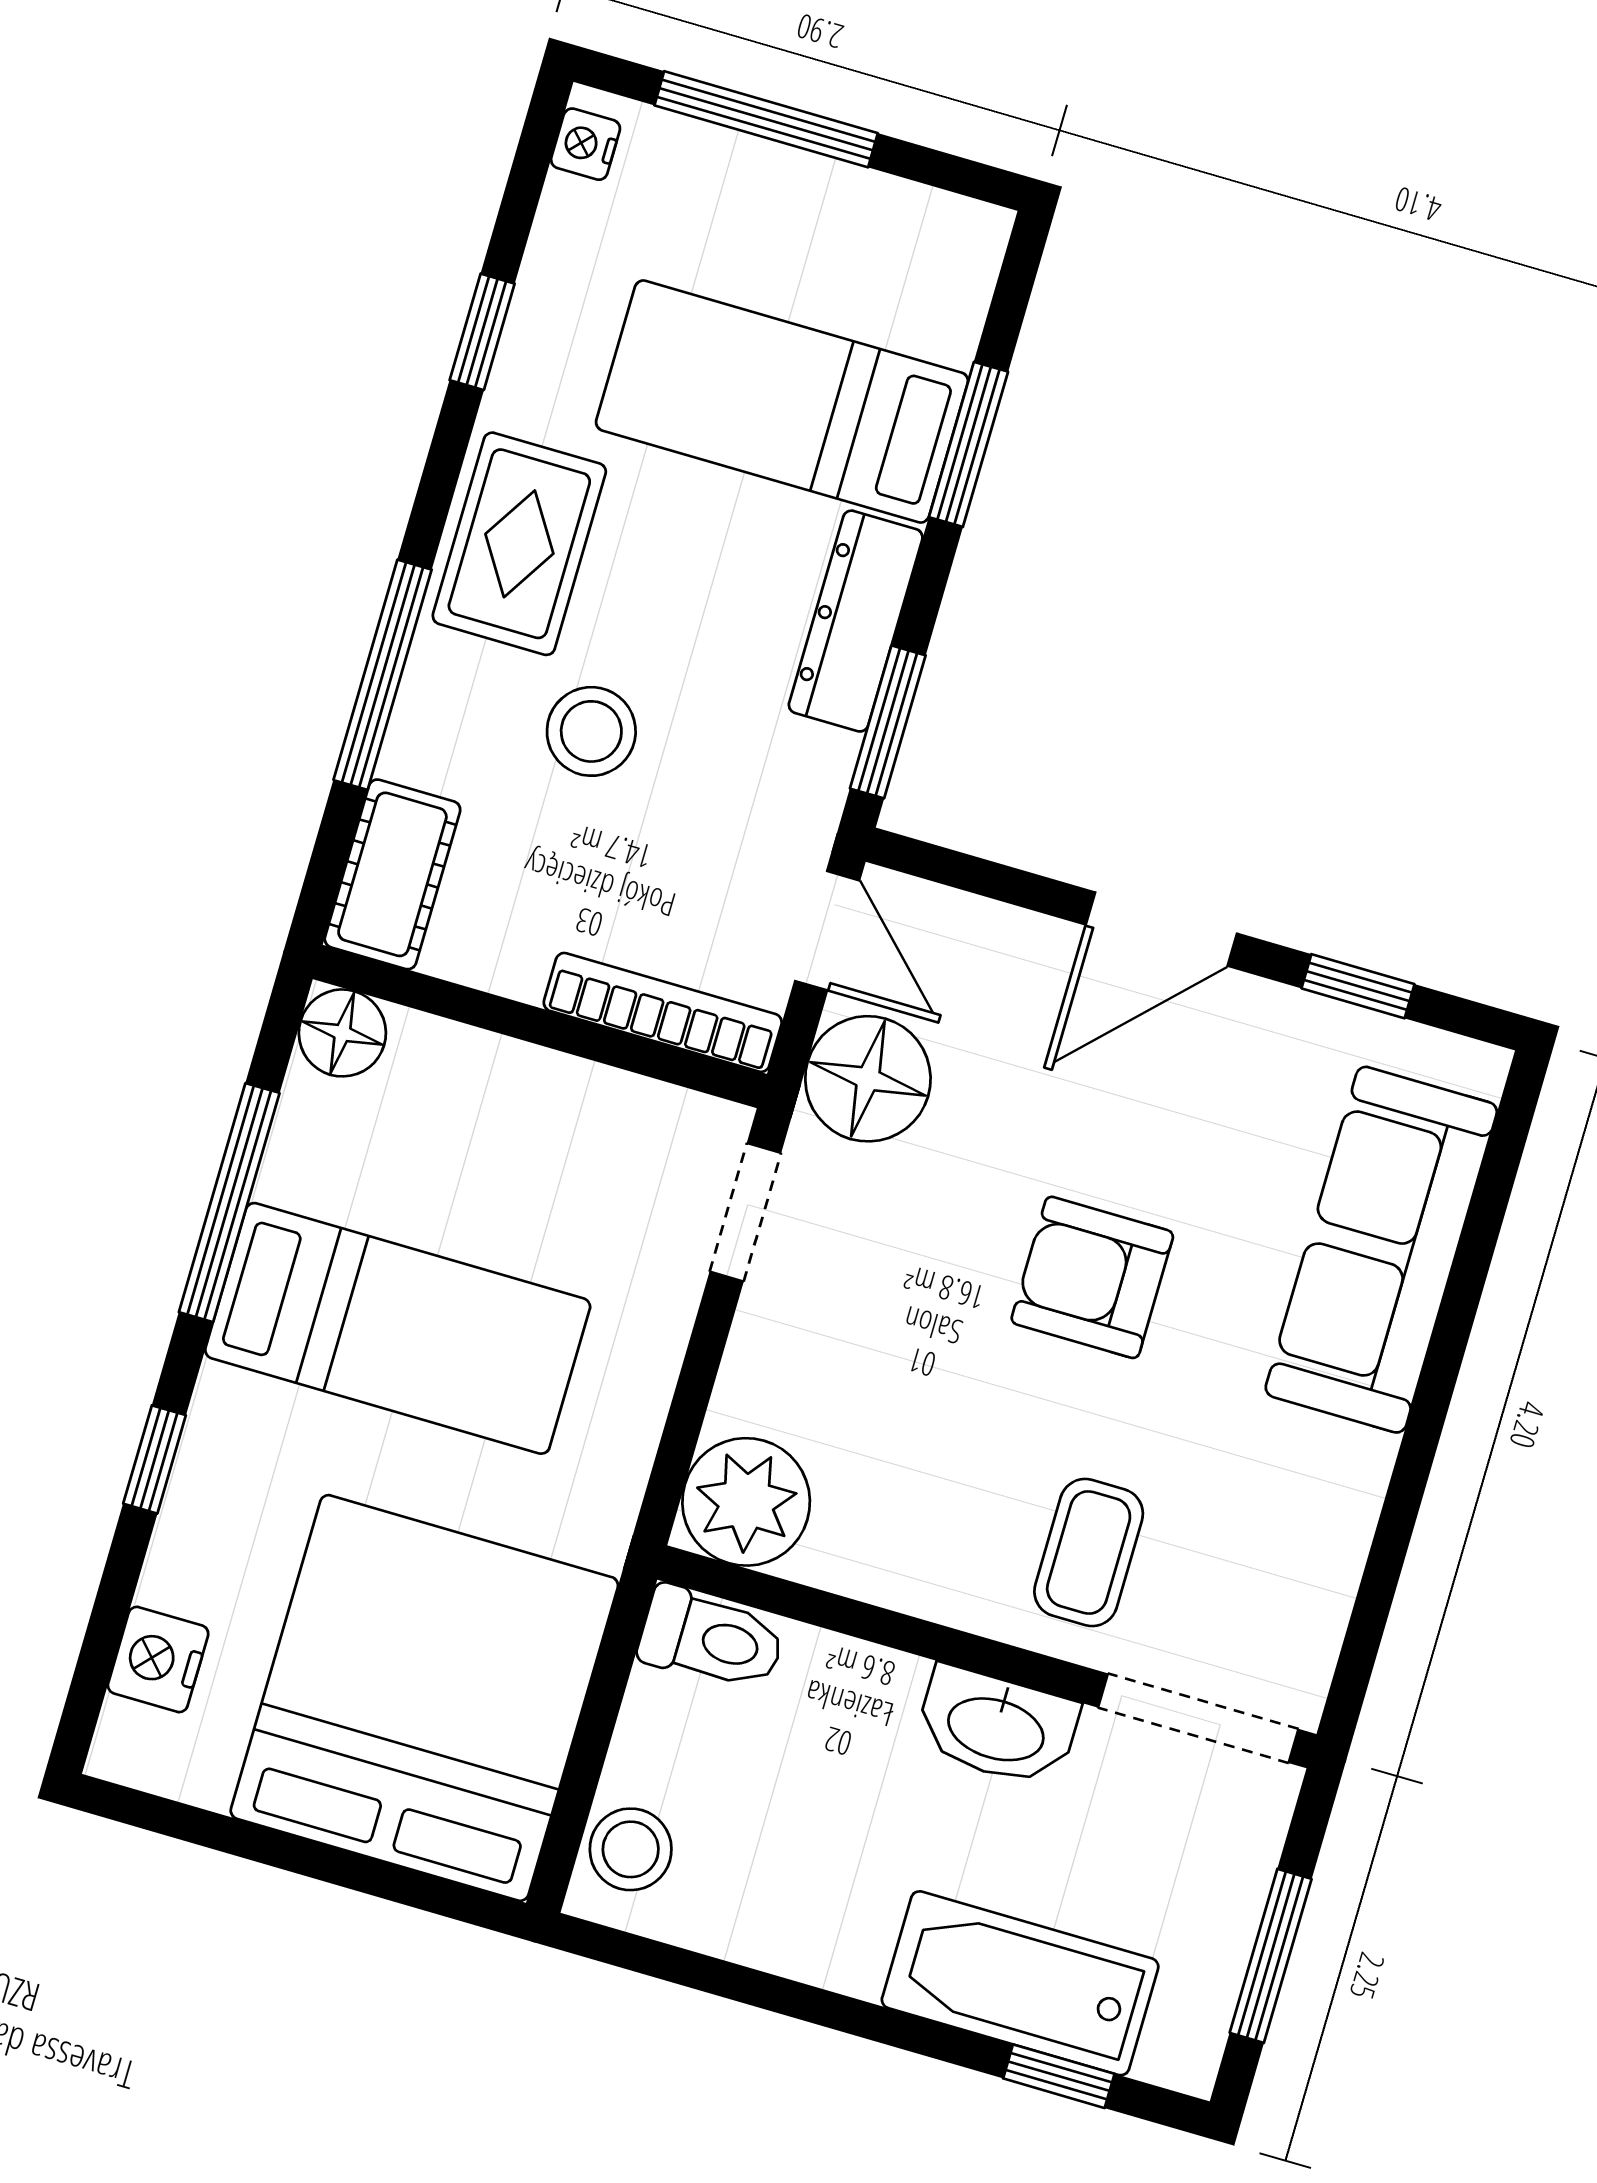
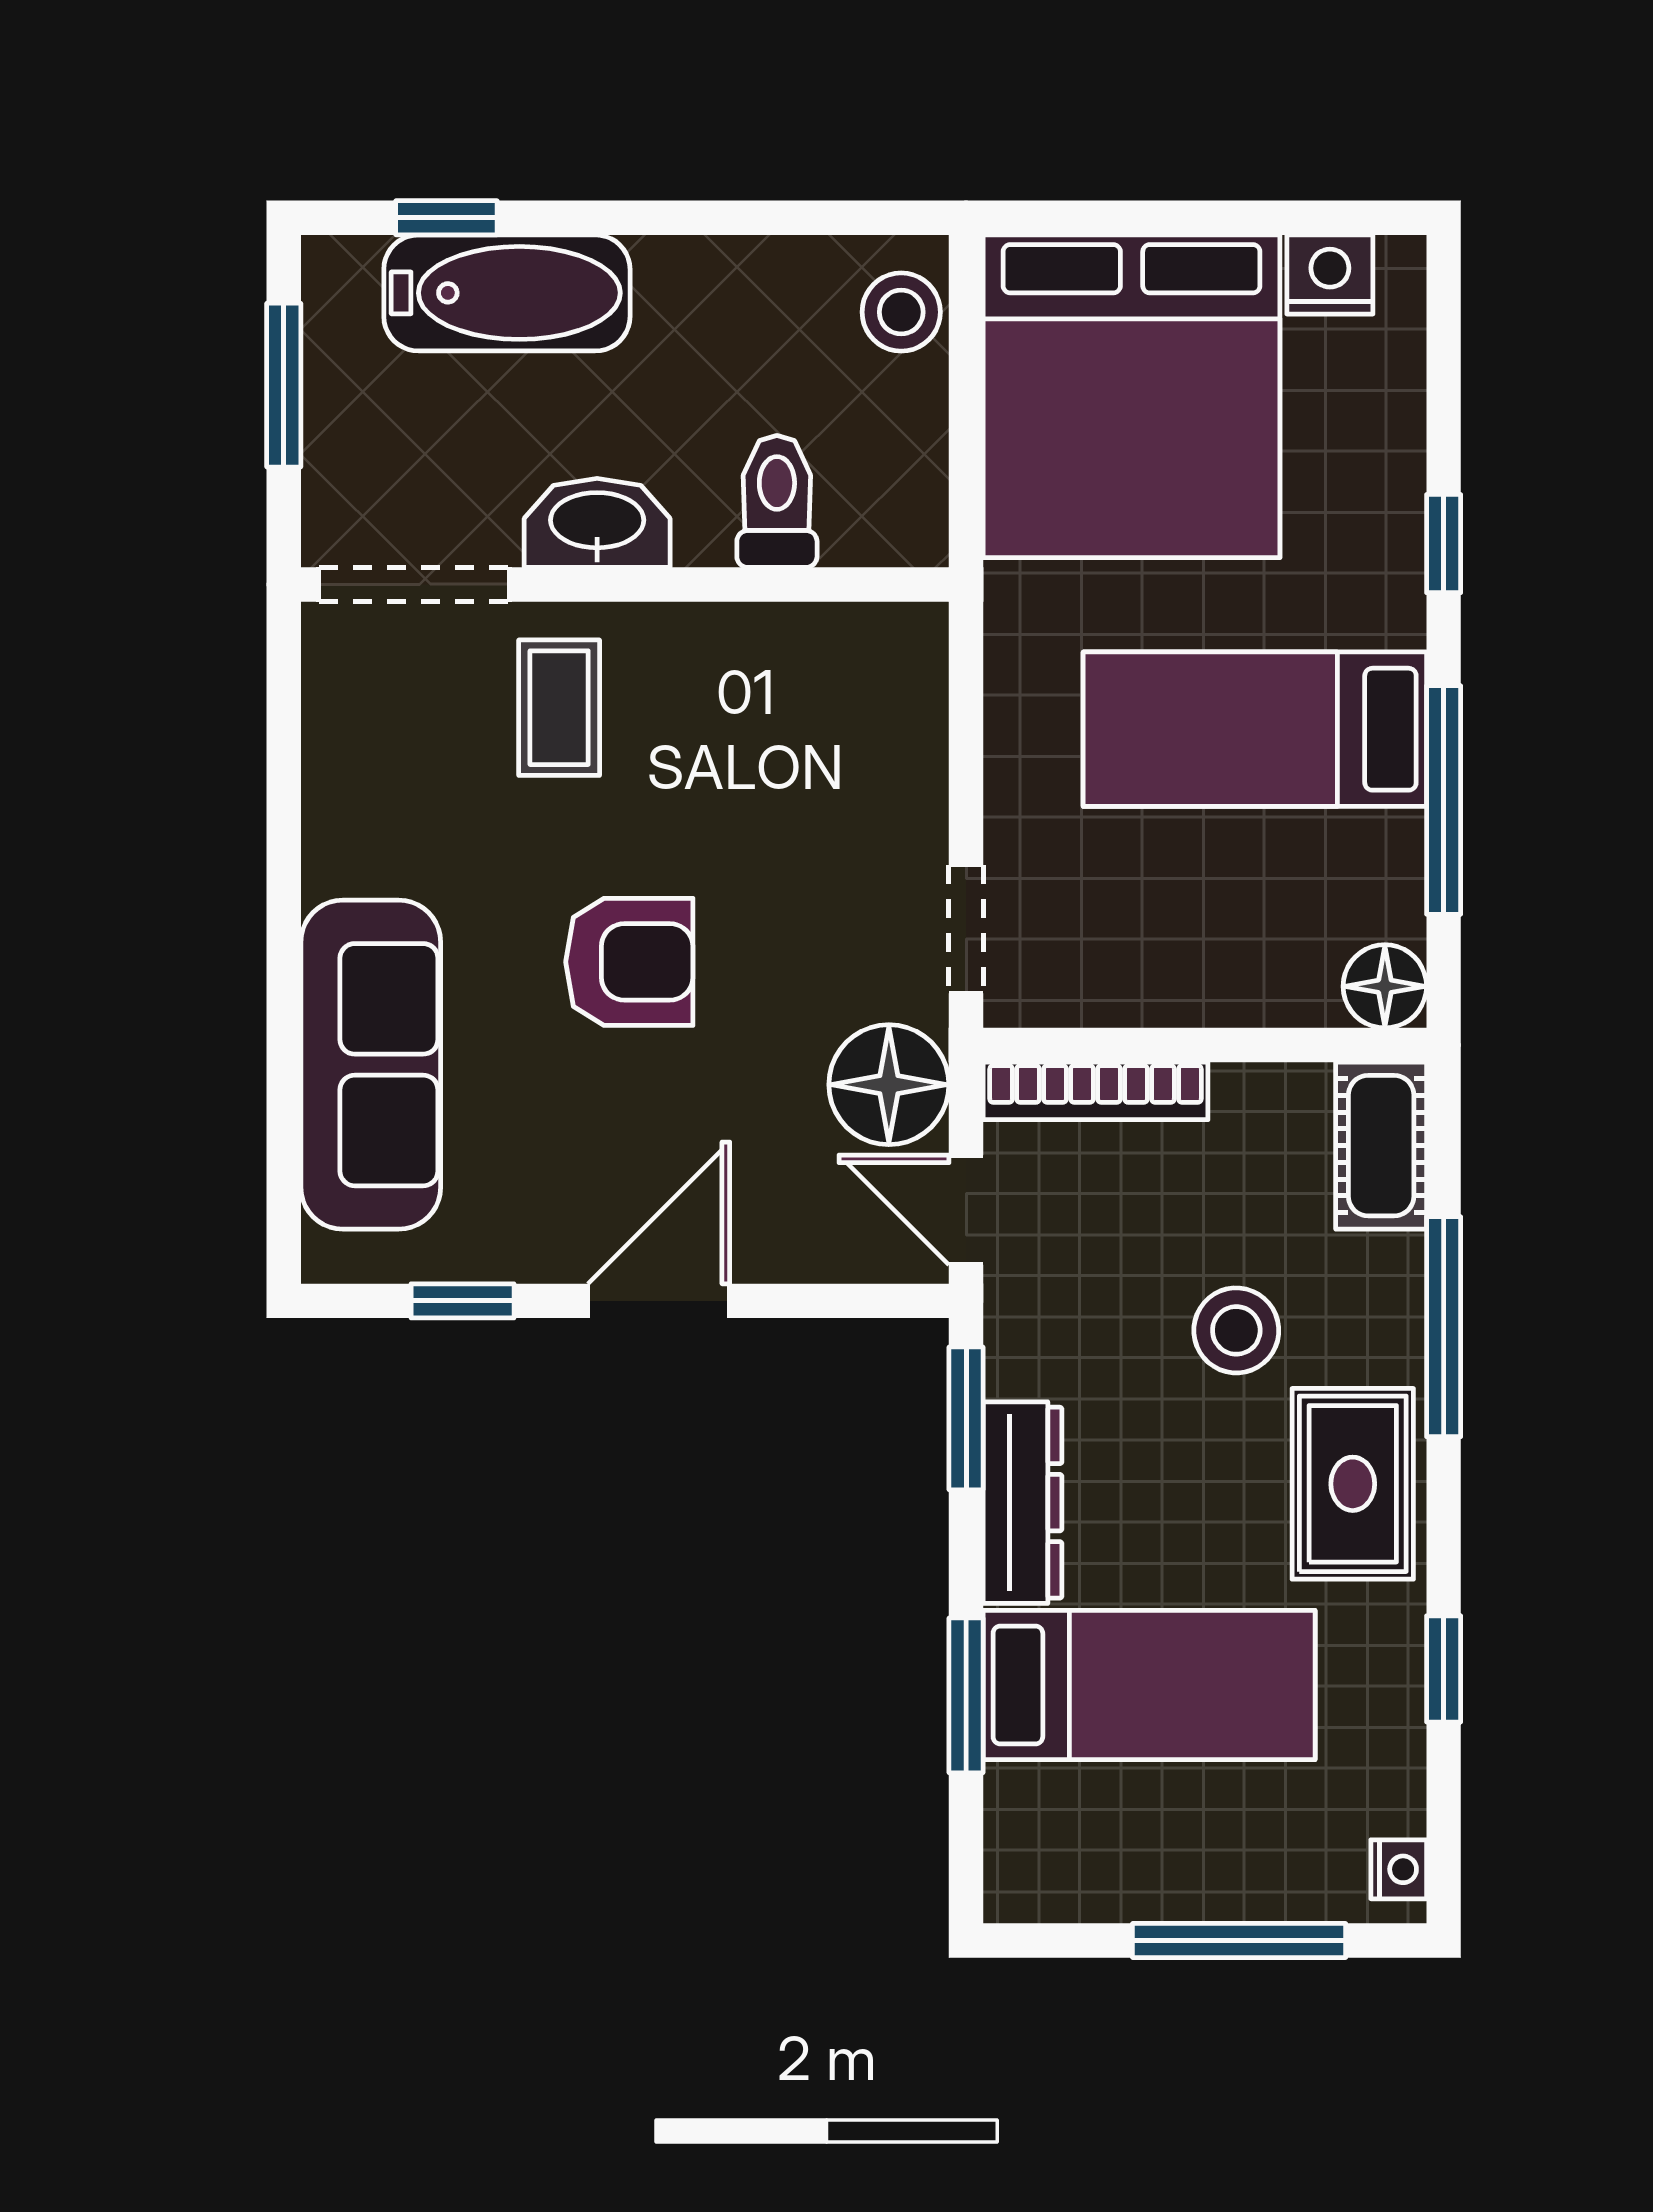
plant: (746, 1502) -> (888, 663), removed
toilet: (712, 1639) -> (777, 501), moved, turned 90
nightstand: (158, 1659) -> (1330, 274), moved, turned -90

